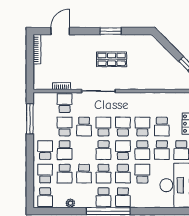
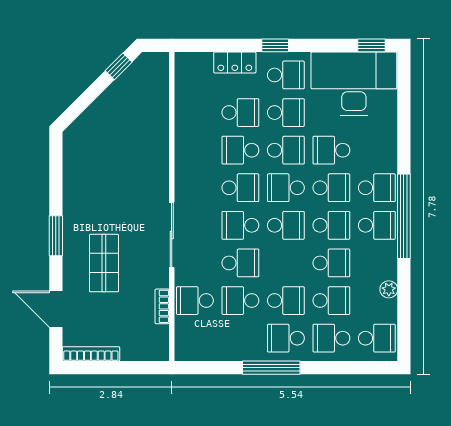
window: (111, 31) -> (56, 236), moved
shop shelf: (112, 59) -> (104, 263), moved
window: (30, 119) -> (271, 368), moved
school desk: (123, 127) -> (240, 188), turned 180

